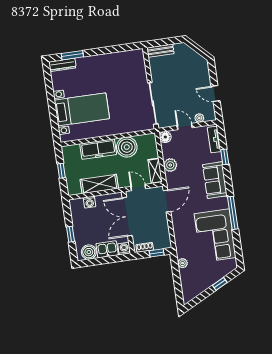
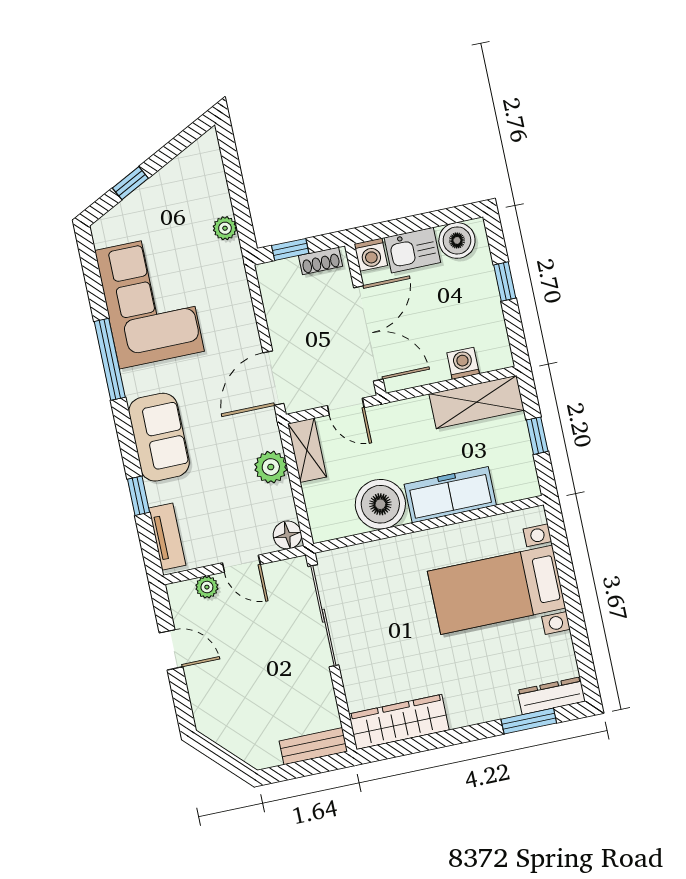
wardrobe: (125, 58) -> (399, 722), added
shelving: (99, 184) -> (477, 402), moved

